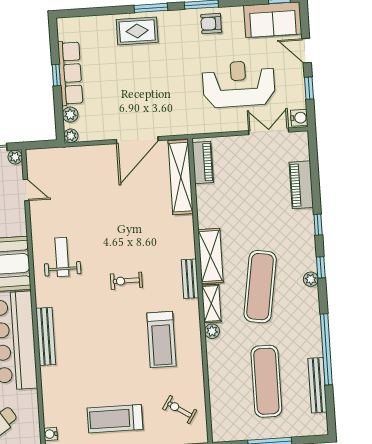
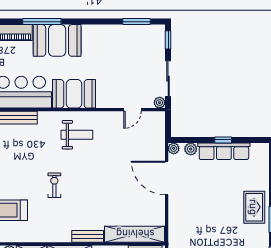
door: (137, 140) -> (167, 178), moved
bench: (190, 279) -> (88, 236), moved

